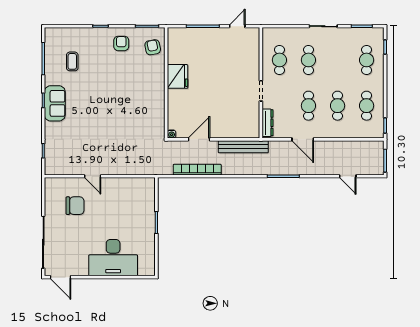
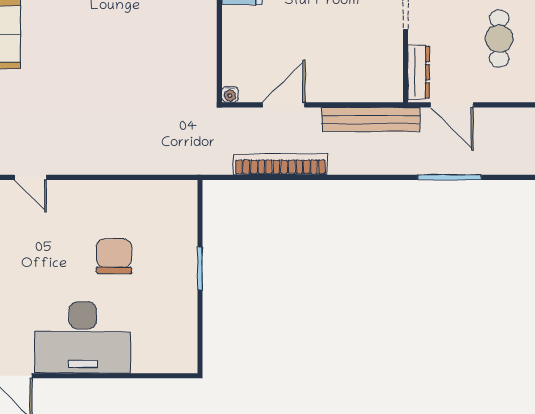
door: (303, 139) -> (452, 105), moved
door: (93, 176) -> (30, 177), moved
chair: (75, 206) -> (114, 256), moved, turned -90
desk: (113, 258) -> (83, 337), moved

